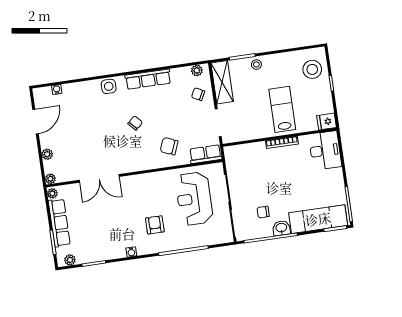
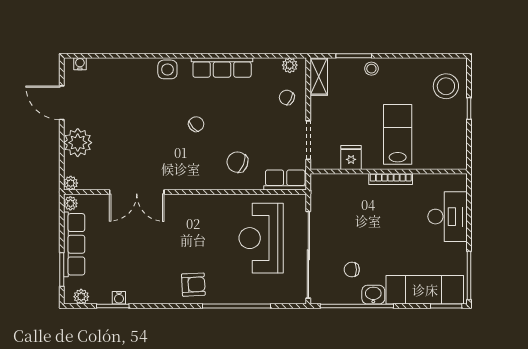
shelving: (222, 82) -> (319, 77), width x0.67, depth x0.75
water cooler: (57, 90) -> (80, 64), moved
door: (35, 121) -> (62, 103), swing flipped
fridge: (327, 122) -> (351, 158), moved, turned 90
desk: (325, 150) -> (448, 217), moved
plant: (47, 154) -> (78, 143), width x1.88, depth x1.88
armchair: (155, 225) -> (193, 285), moved, turned 87
water cooler: (131, 252) -> (119, 298), moved

